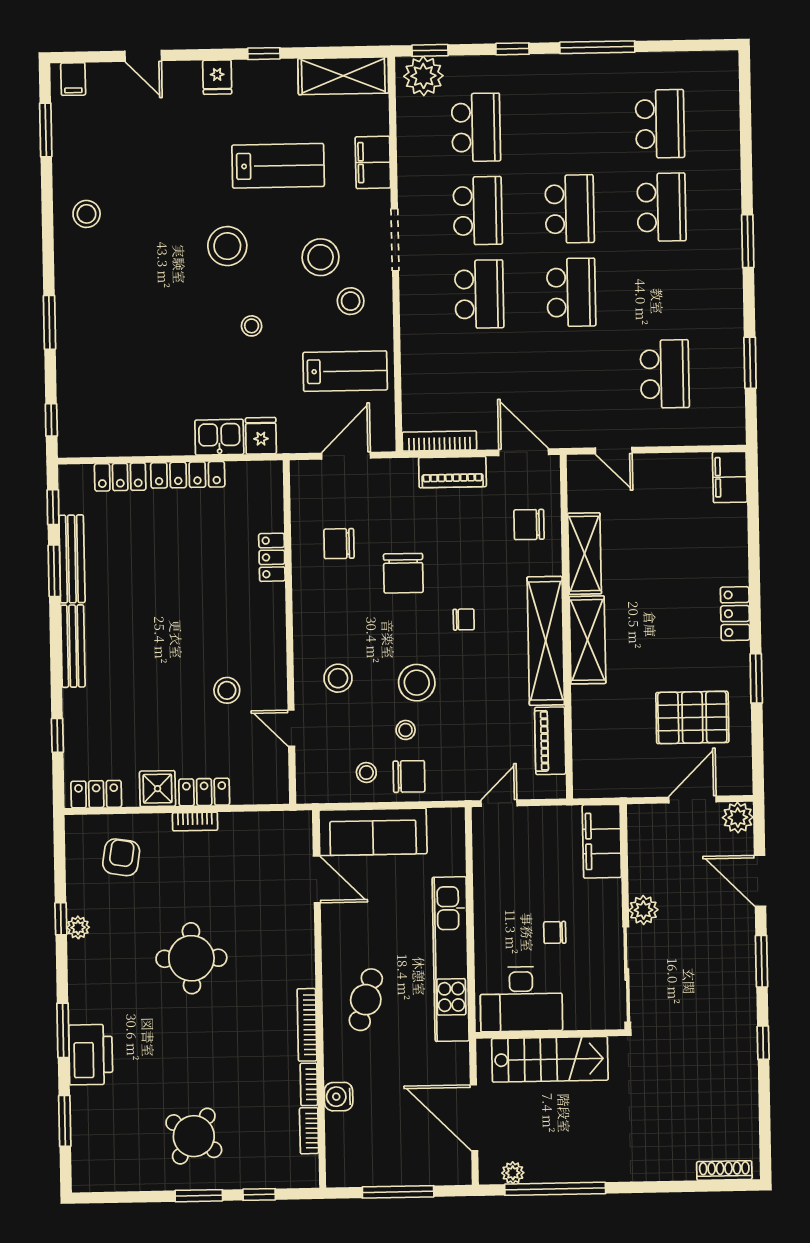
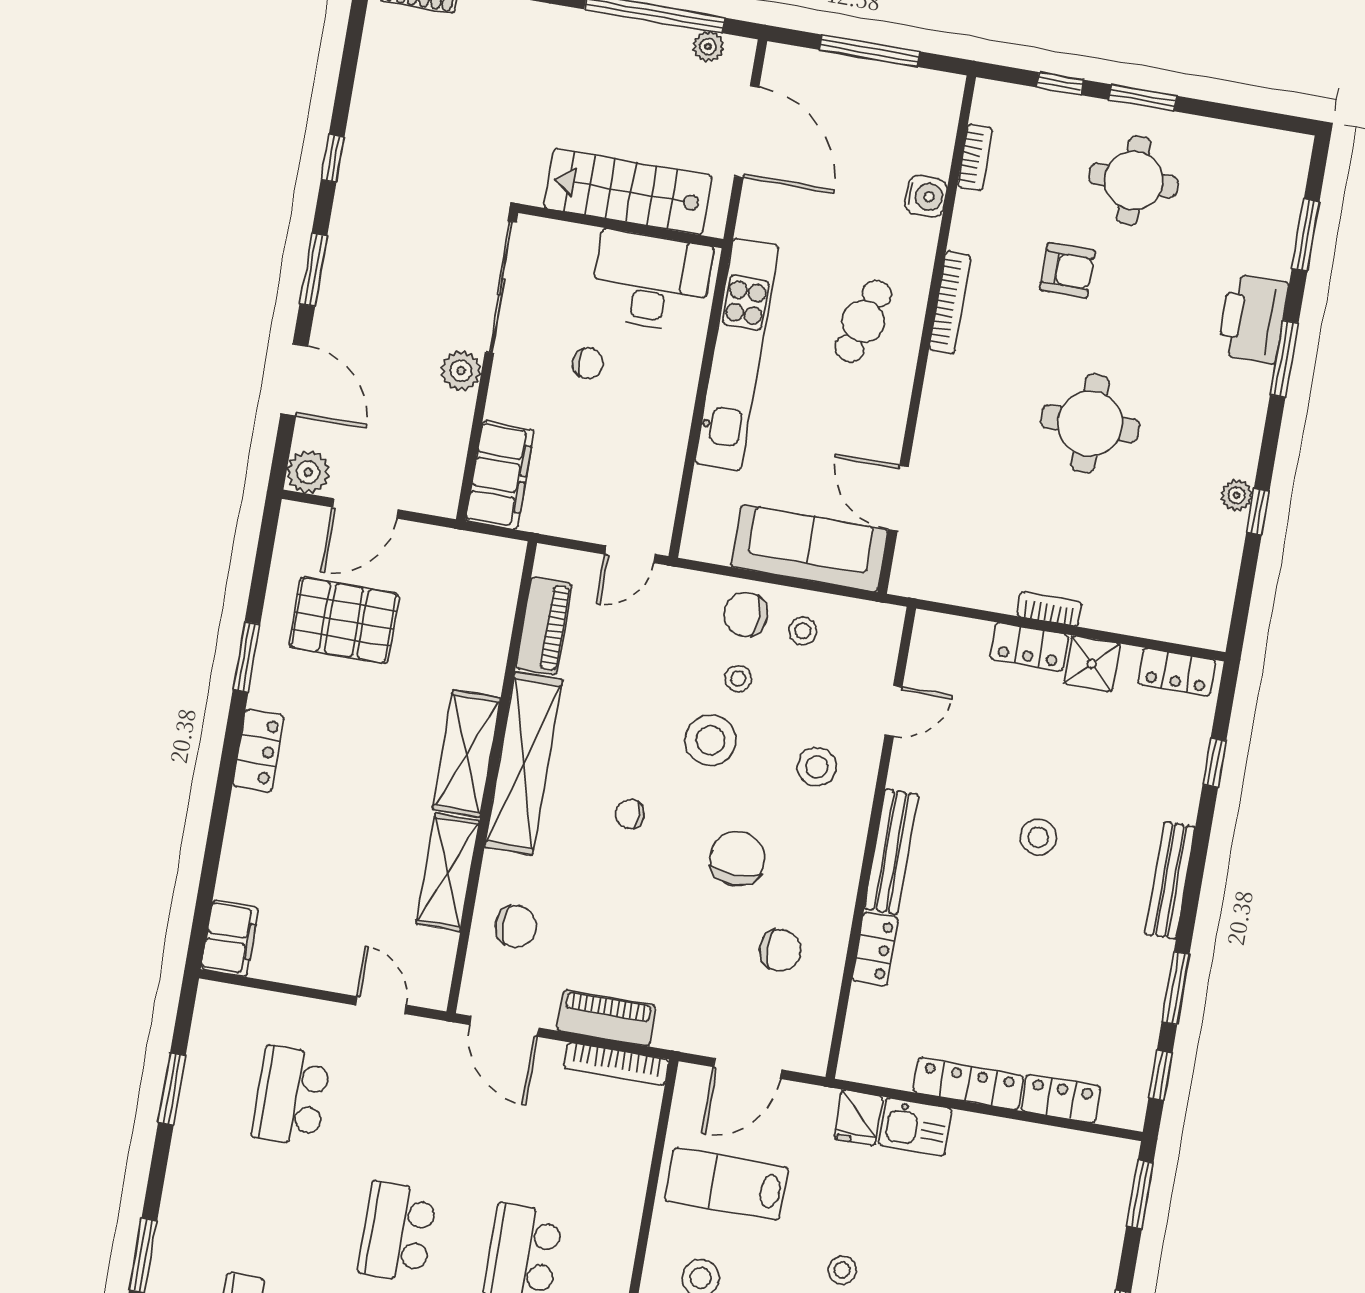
window: (51, 420) -> (1140, 1194), width x1.50
bench: (72, 559) -> (891, 851), moved
chair: (403, 573) -> (737, 859), moved
stool: (227, 690) -> (1038, 837), moved
door: (291, 728) -> (894, 711), hinge flipped
armchair: (121, 857) -> (1067, 270), moved, turned -99
bookcase: (309, 1084) -> (963, 221), removed
round table: (194, 1136) -> (1134, 180), turned -35

